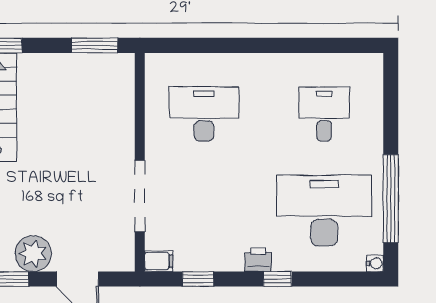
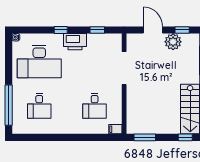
desk: (204, 114) -> (95, 106), width x0.73
window: (391, 199) -> (9, 105), moved
printer: (258, 260) -> (75, 42), width x1.87, depth x1.48
filing cabinet: (159, 261) -> (115, 129), moved

